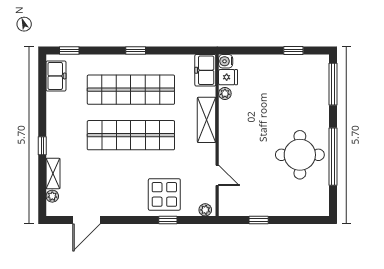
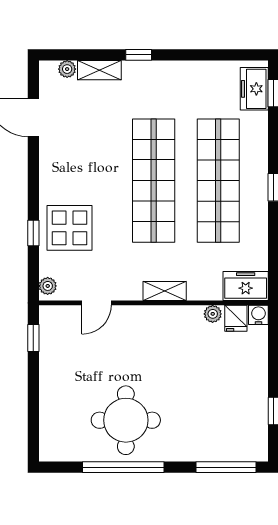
freezer: (56, 76) -> (254, 89), moved, turned 90
shelving: (207, 120) -> (165, 291), width x0.67, depth x0.75
window: (259, 220) -> (33, 338), moved

